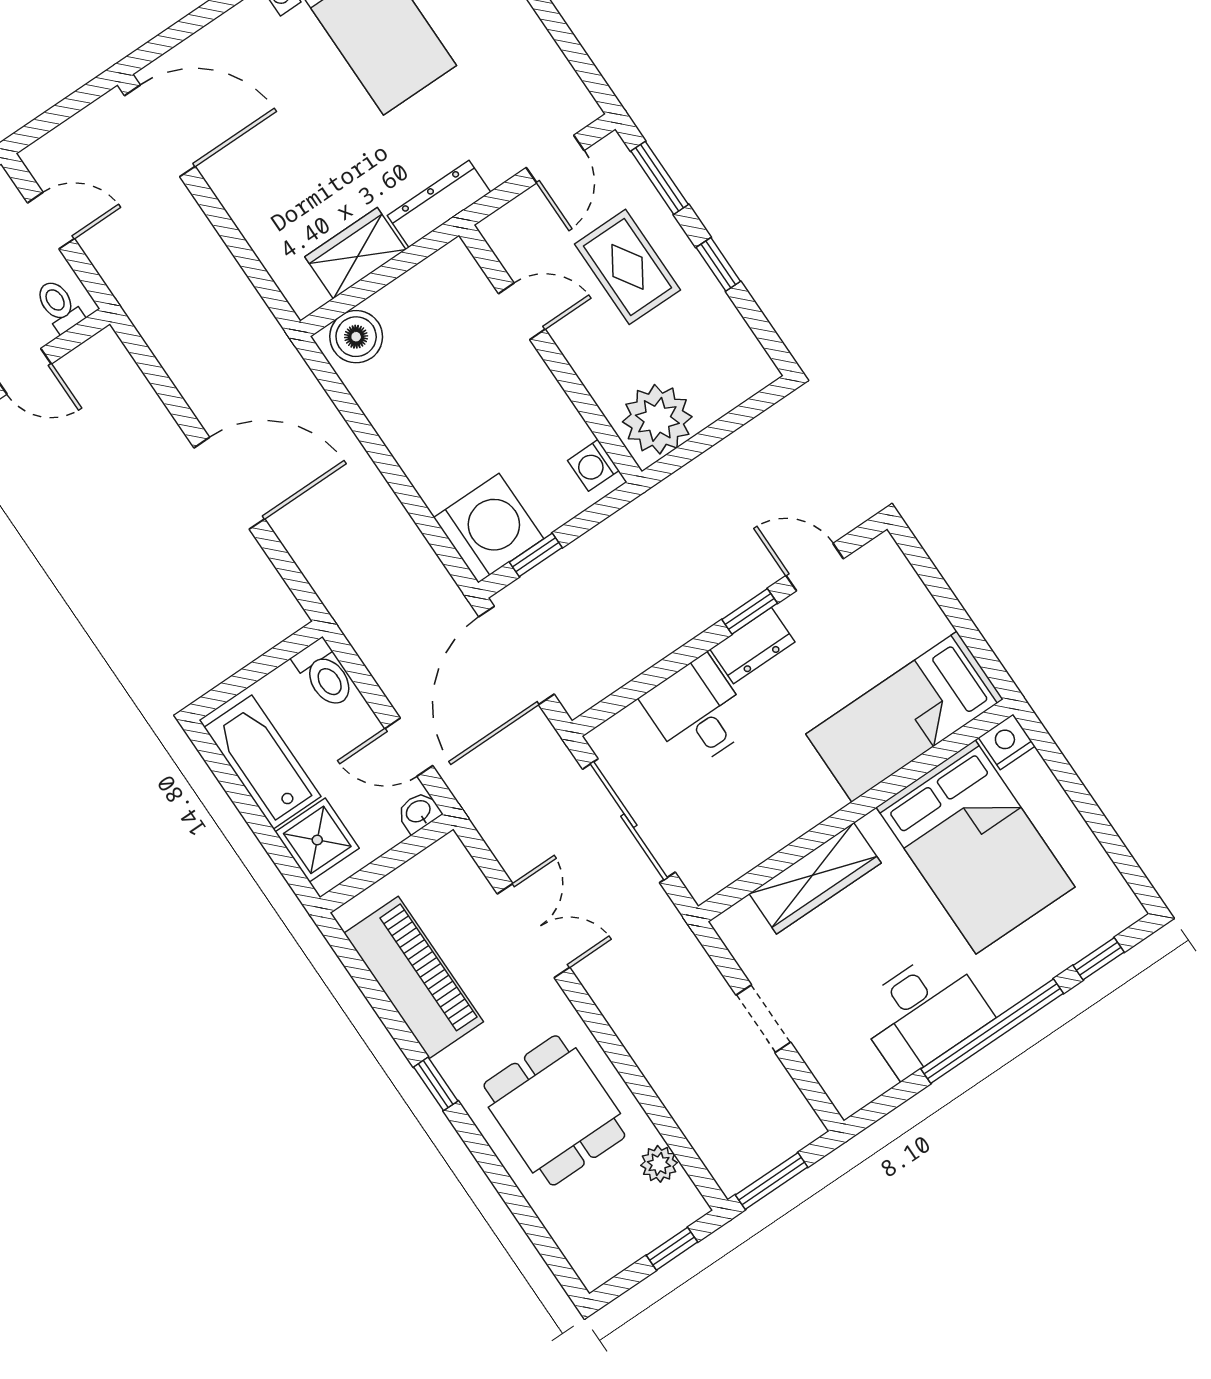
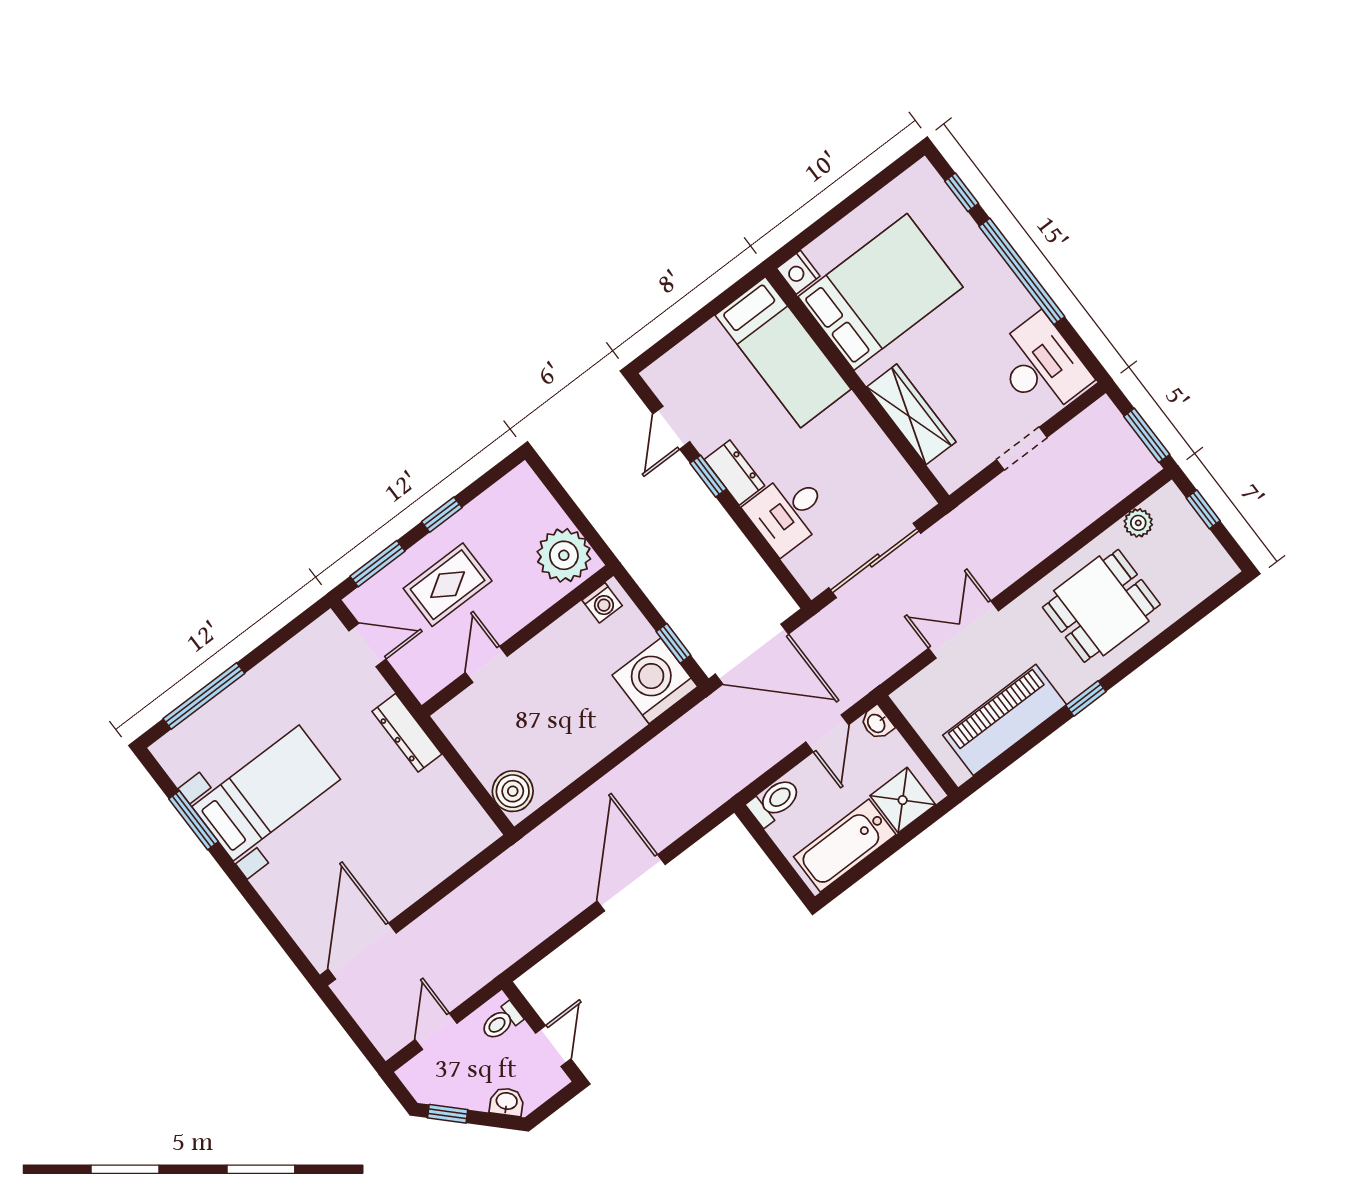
wardrobe: (355, 253) -> (448, 795), removed
desk: (923, 1013) -> (1041, 366), moved

